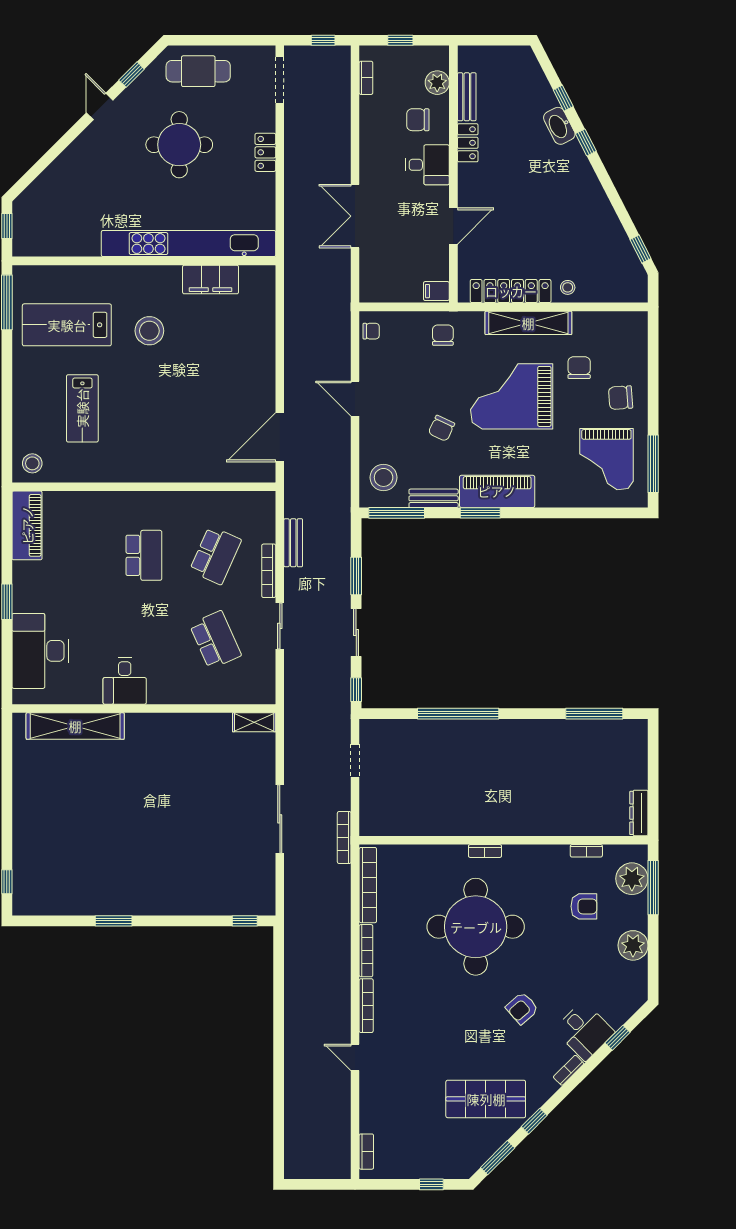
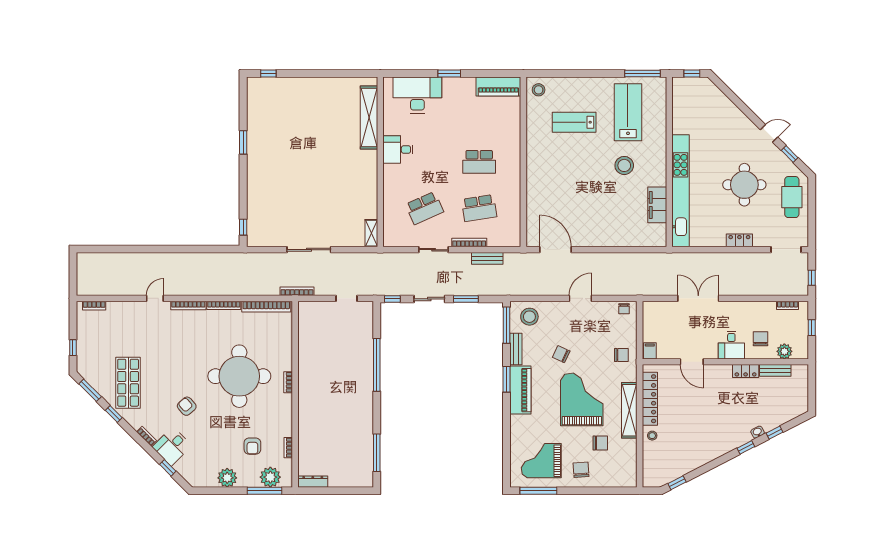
washbasin: (559, 126) -> (758, 432), width x0.52, depth x0.69
school desk: (215, 555) -> (479, 208), turned -33

